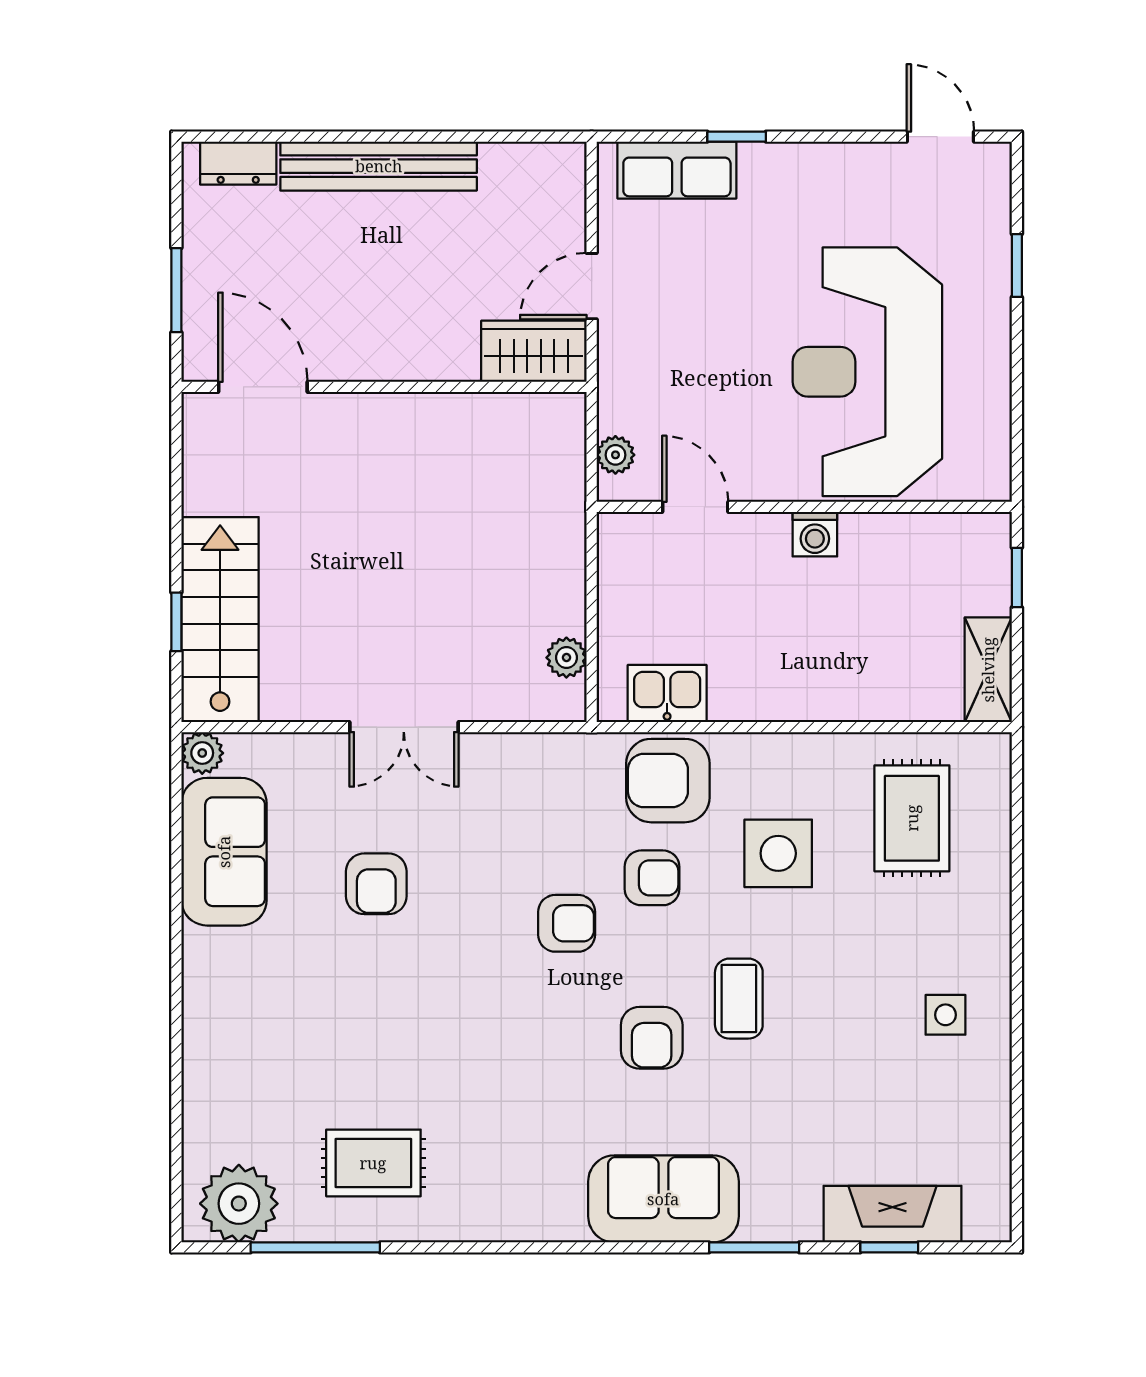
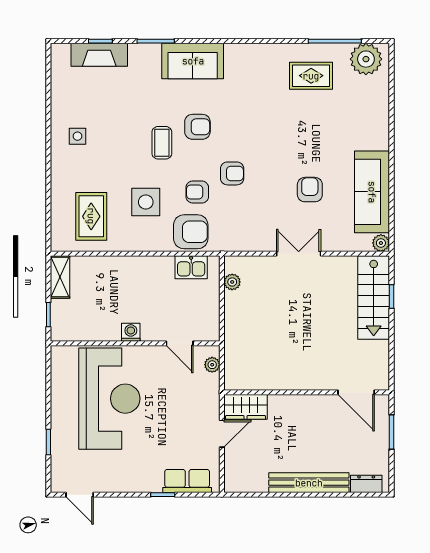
sofa: (224, 852) -> (372, 192), width x1.36
armchair: (567, 923) -> (232, 173), turned 180
armchair: (652, 1038) -> (197, 127), turned 90

